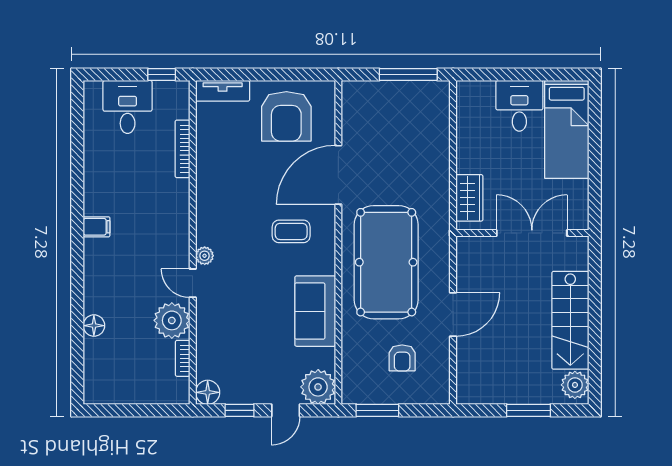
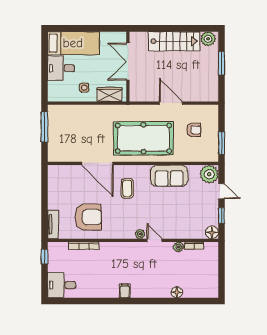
desk: (128, 107) -> (62, 285), moved
armchair: (286, 116) -> (88, 217), moved
side table: (482, 150) -> (84, 88), added
door: (193, 283) -> (154, 240), swing flipped
plant: (172, 320) -> (179, 247), width x0.53, depth x0.53

